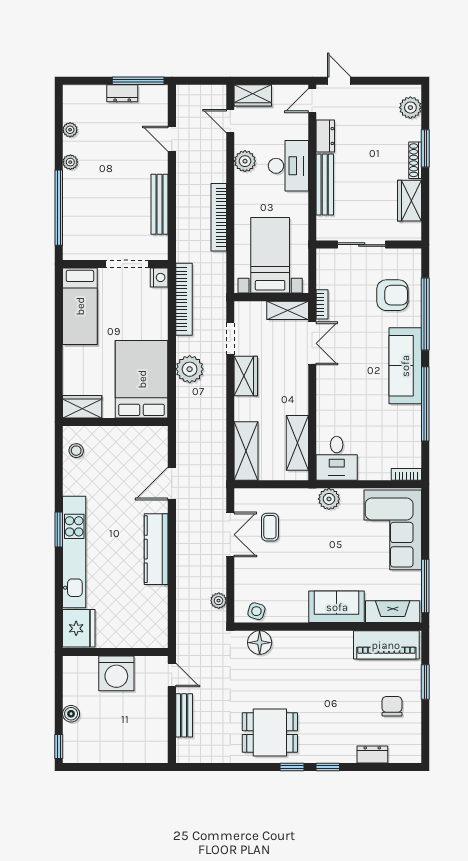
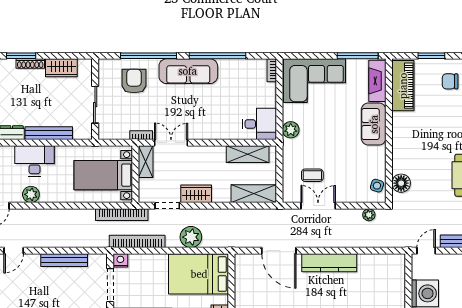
bookcase: (219, 217) -> (122, 215), moved
door: (172, 483) -> (279, 251), width x1.36

